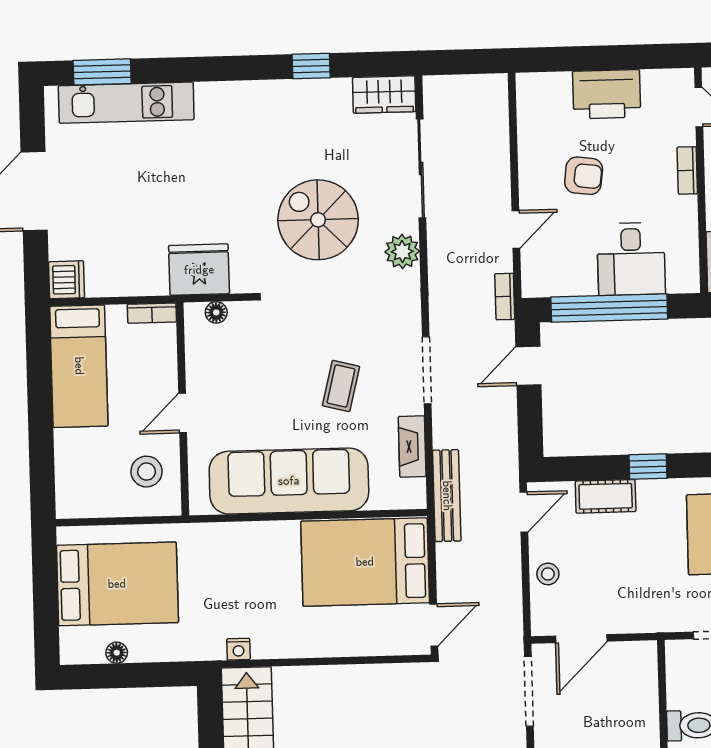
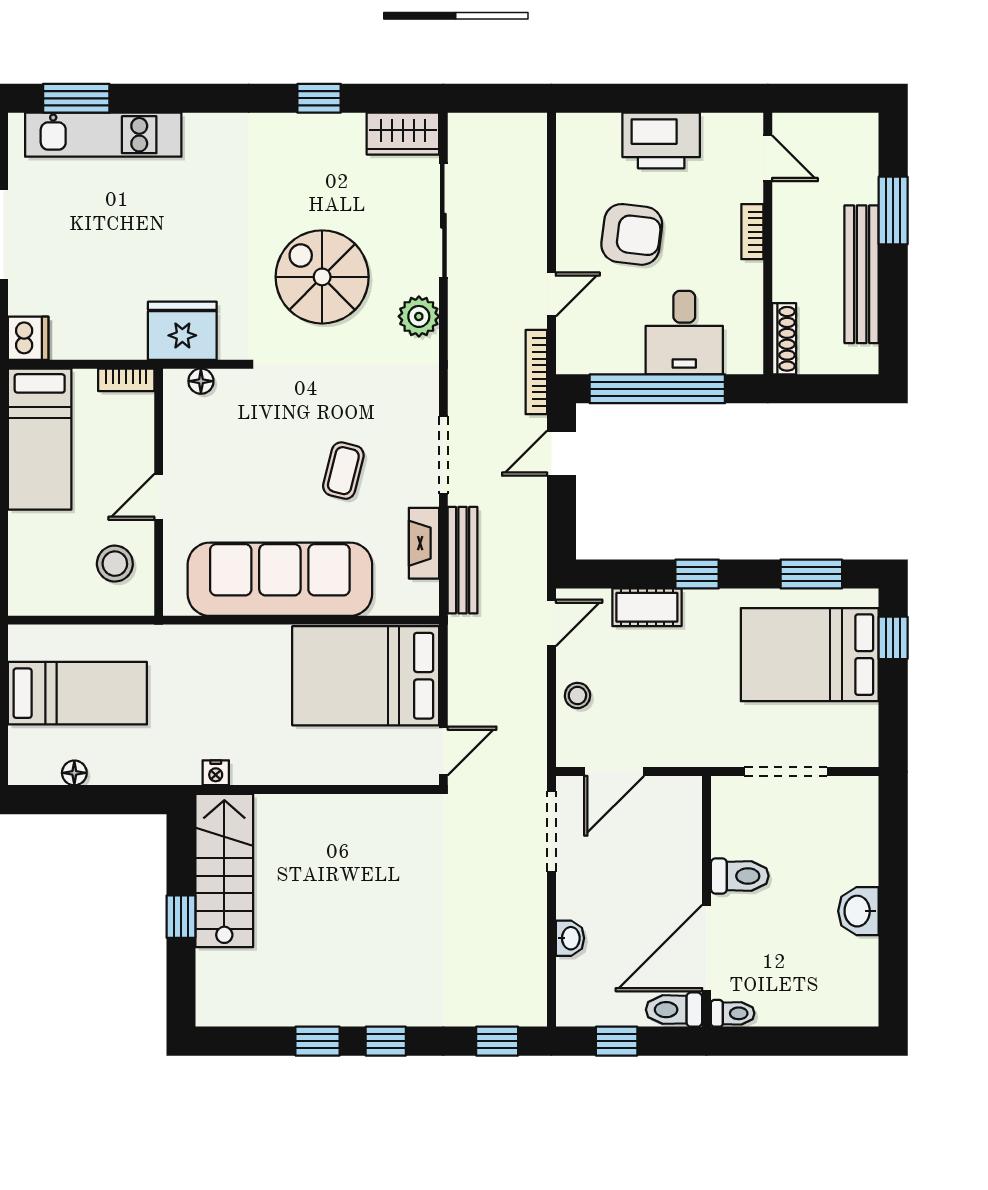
armchair: (584, 176) -> (632, 234), width x1.38, depth x1.38
bookcase: (505, 297) -> (536, 372), width x1.56
bench: (447, 496) -> (463, 560), moved
bed: (117, 584) -> (77, 693), width x0.67

